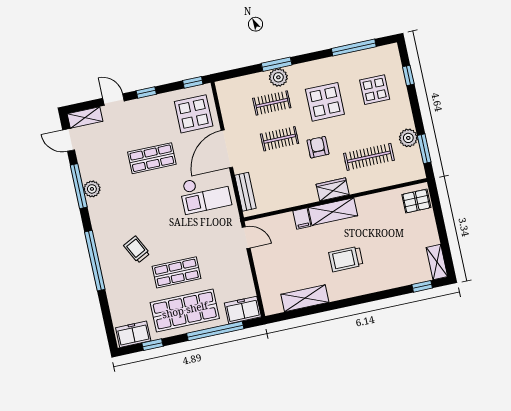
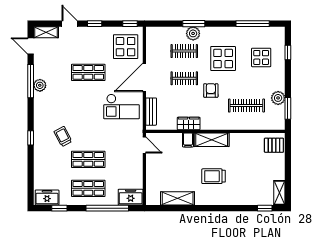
wardrobe: (333, 189) -> (189, 123), moved
window: (95, 261) -> (31, 138), width x0.32
shop shelf: (185, 310) -> (88, 188), width x0.70, depth x0.74

